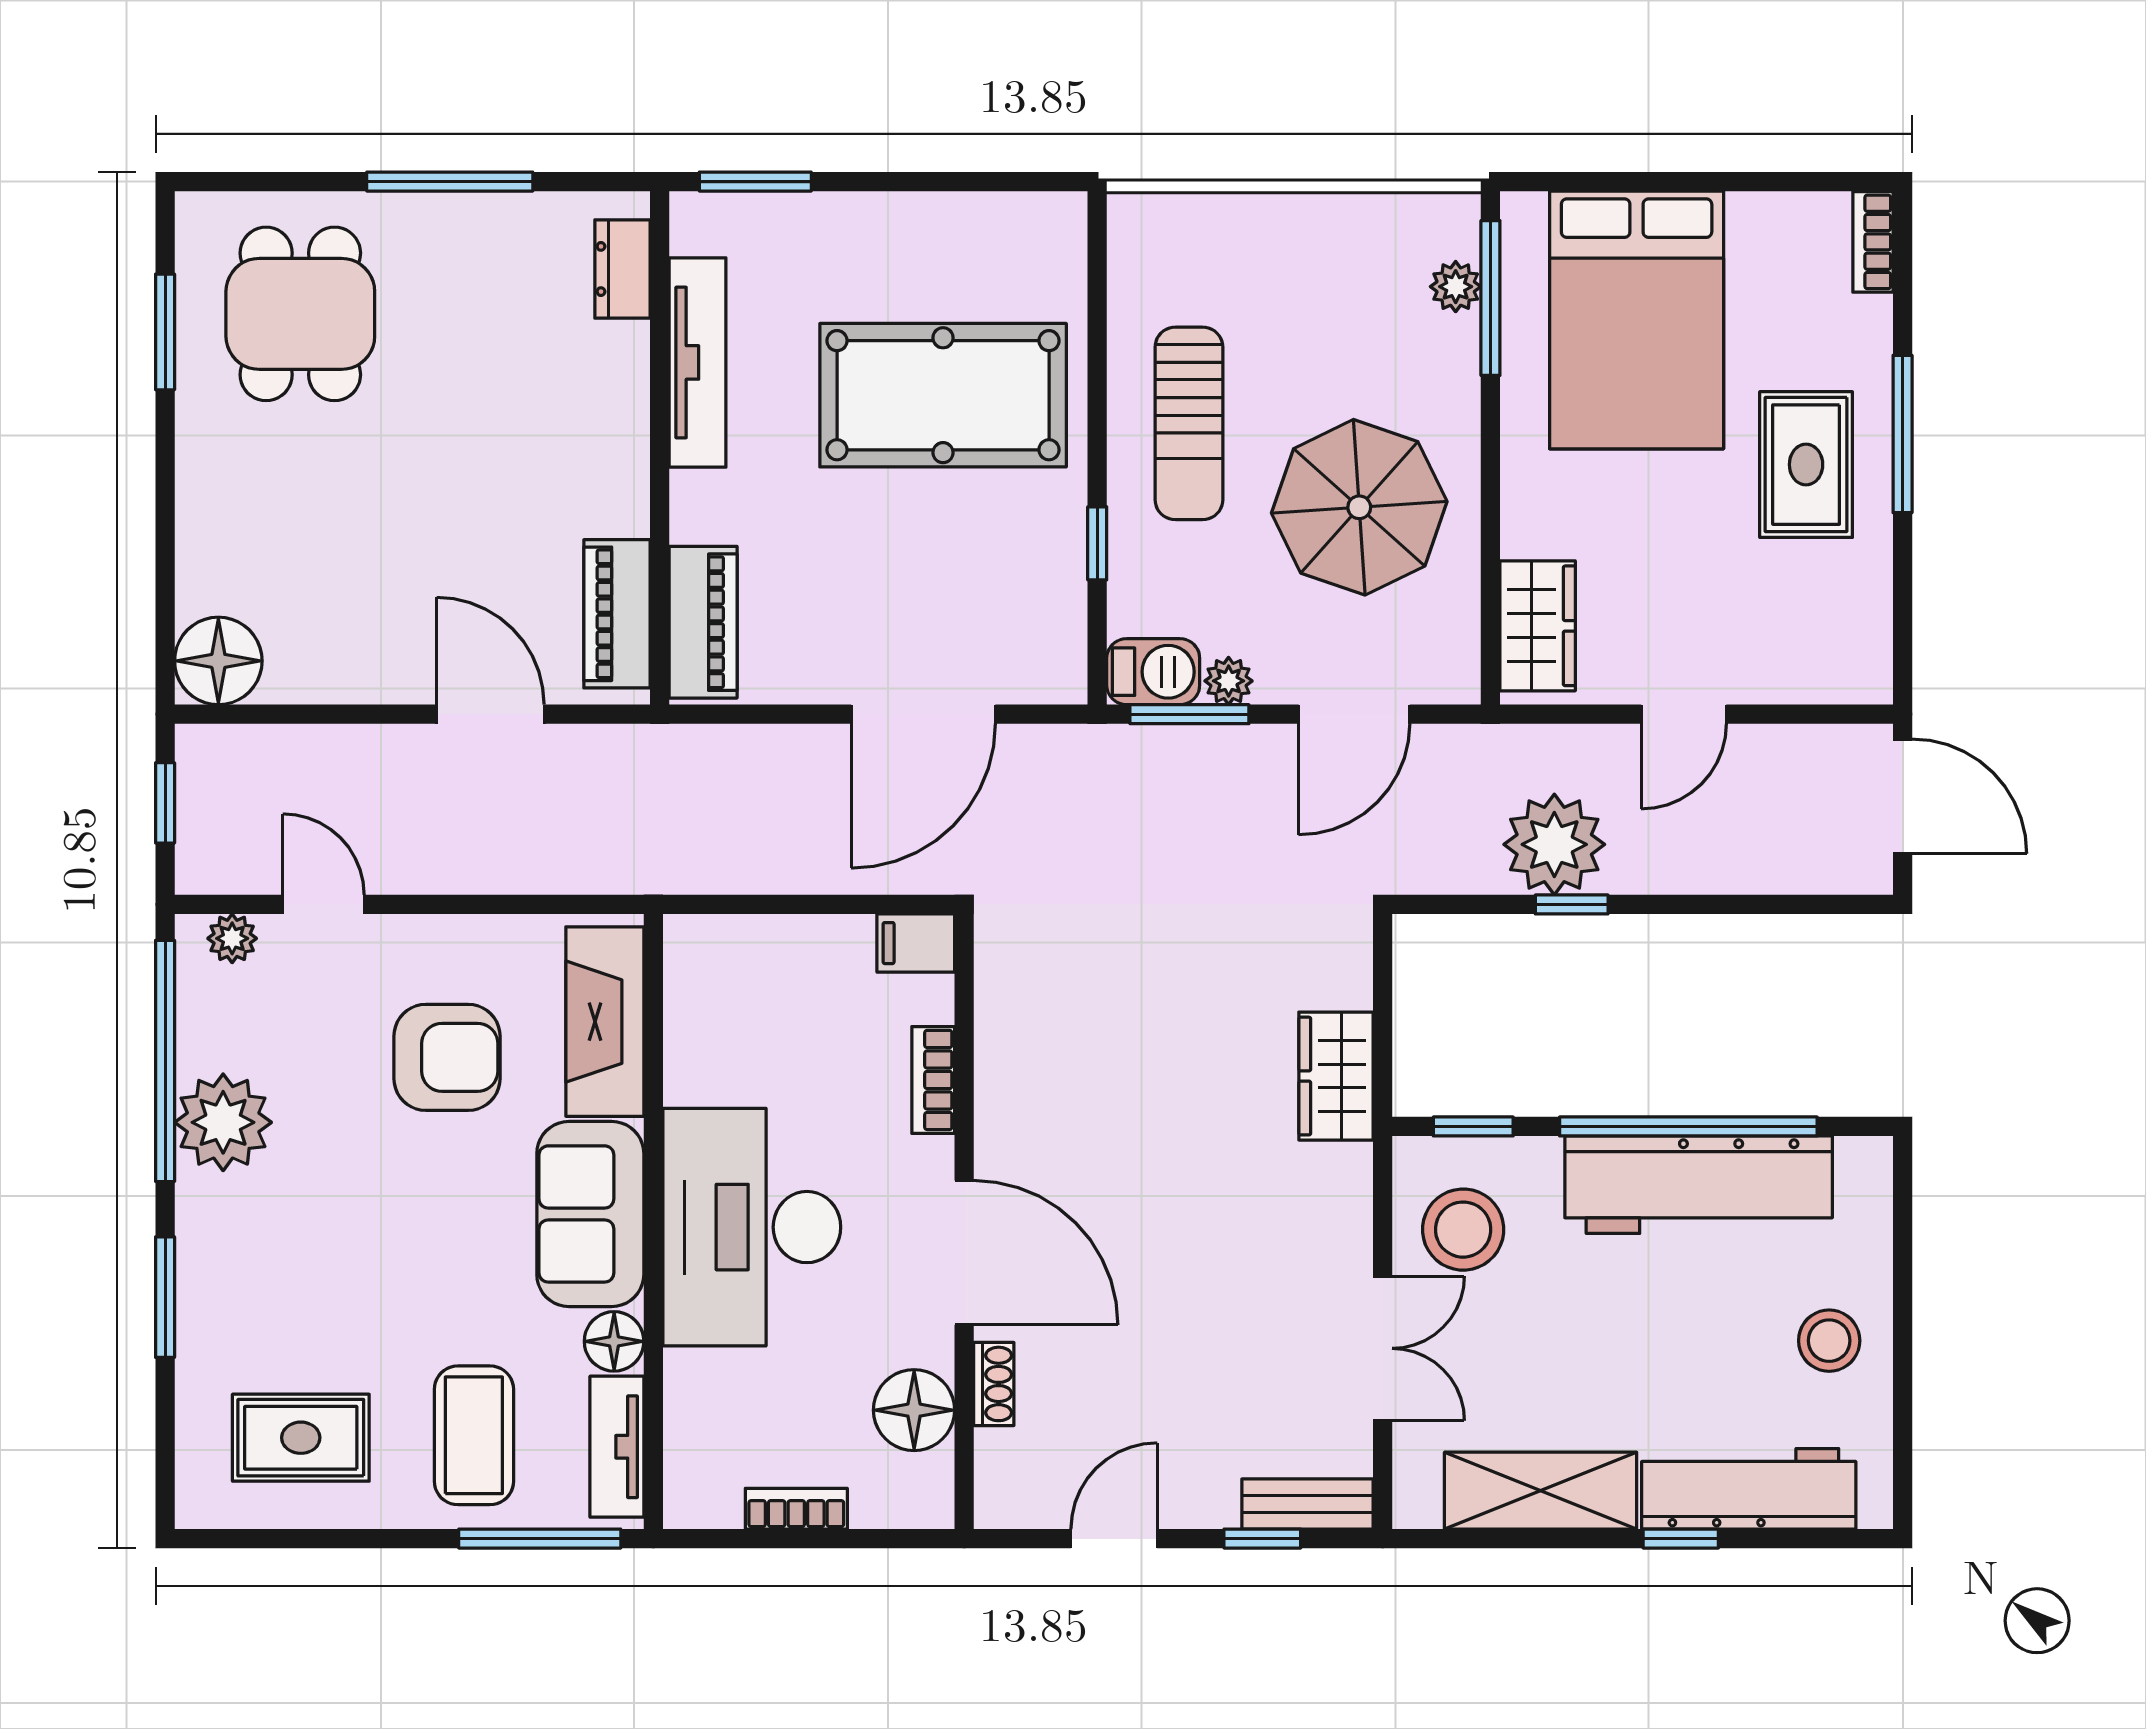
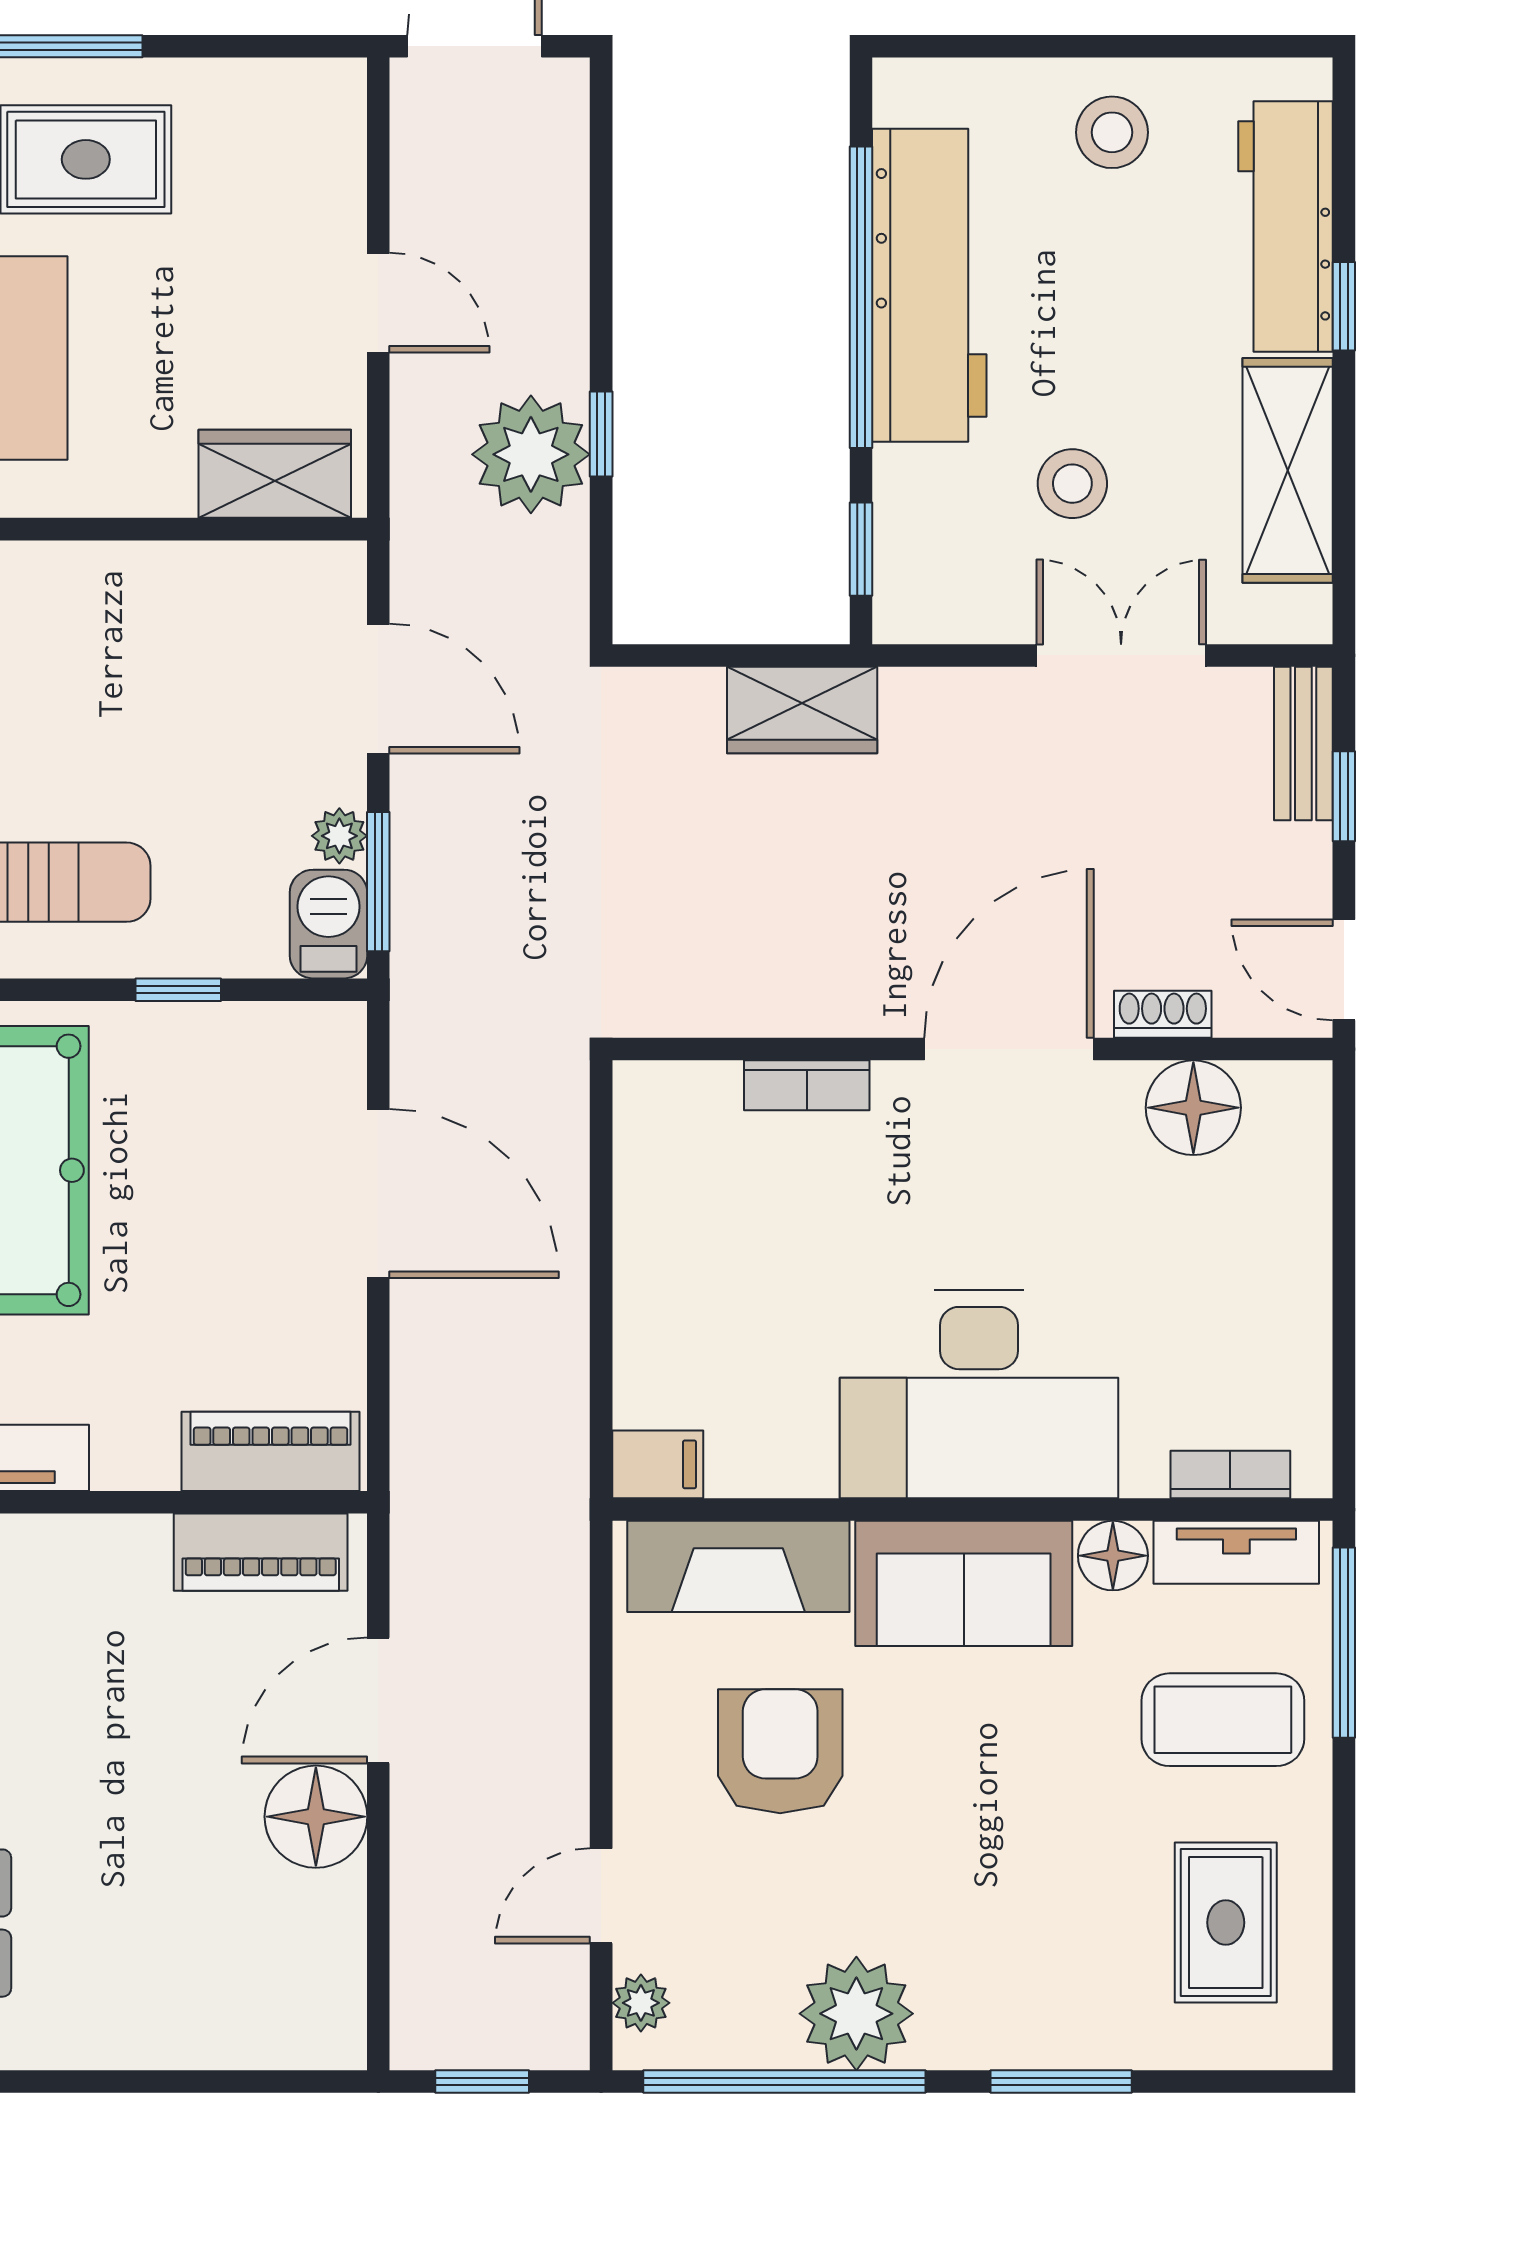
parasol: (1359, 507) -> (136, 683), removed
floor lamp: (218, 661) -> (316, 1817), moved
filing cabinet: (916, 943) -> (658, 1464), moved, turned -90
bookcase: (933, 1080) -> (807, 1085), moved
wall: (964, 1222) -> (973, 1049), moved
stool: (1463, 1230) -> (1072, 484), moved, width x0.73, depth x0.73
door: (964, 1253) -> (1009, 1049), moved
shoe rack: (994, 1384) -> (1163, 1014), moved
floor lamp: (914, 1410) -> (1193, 1108), moved
bookcase: (796, 1509) -> (1230, 1475), moved, turned 90

